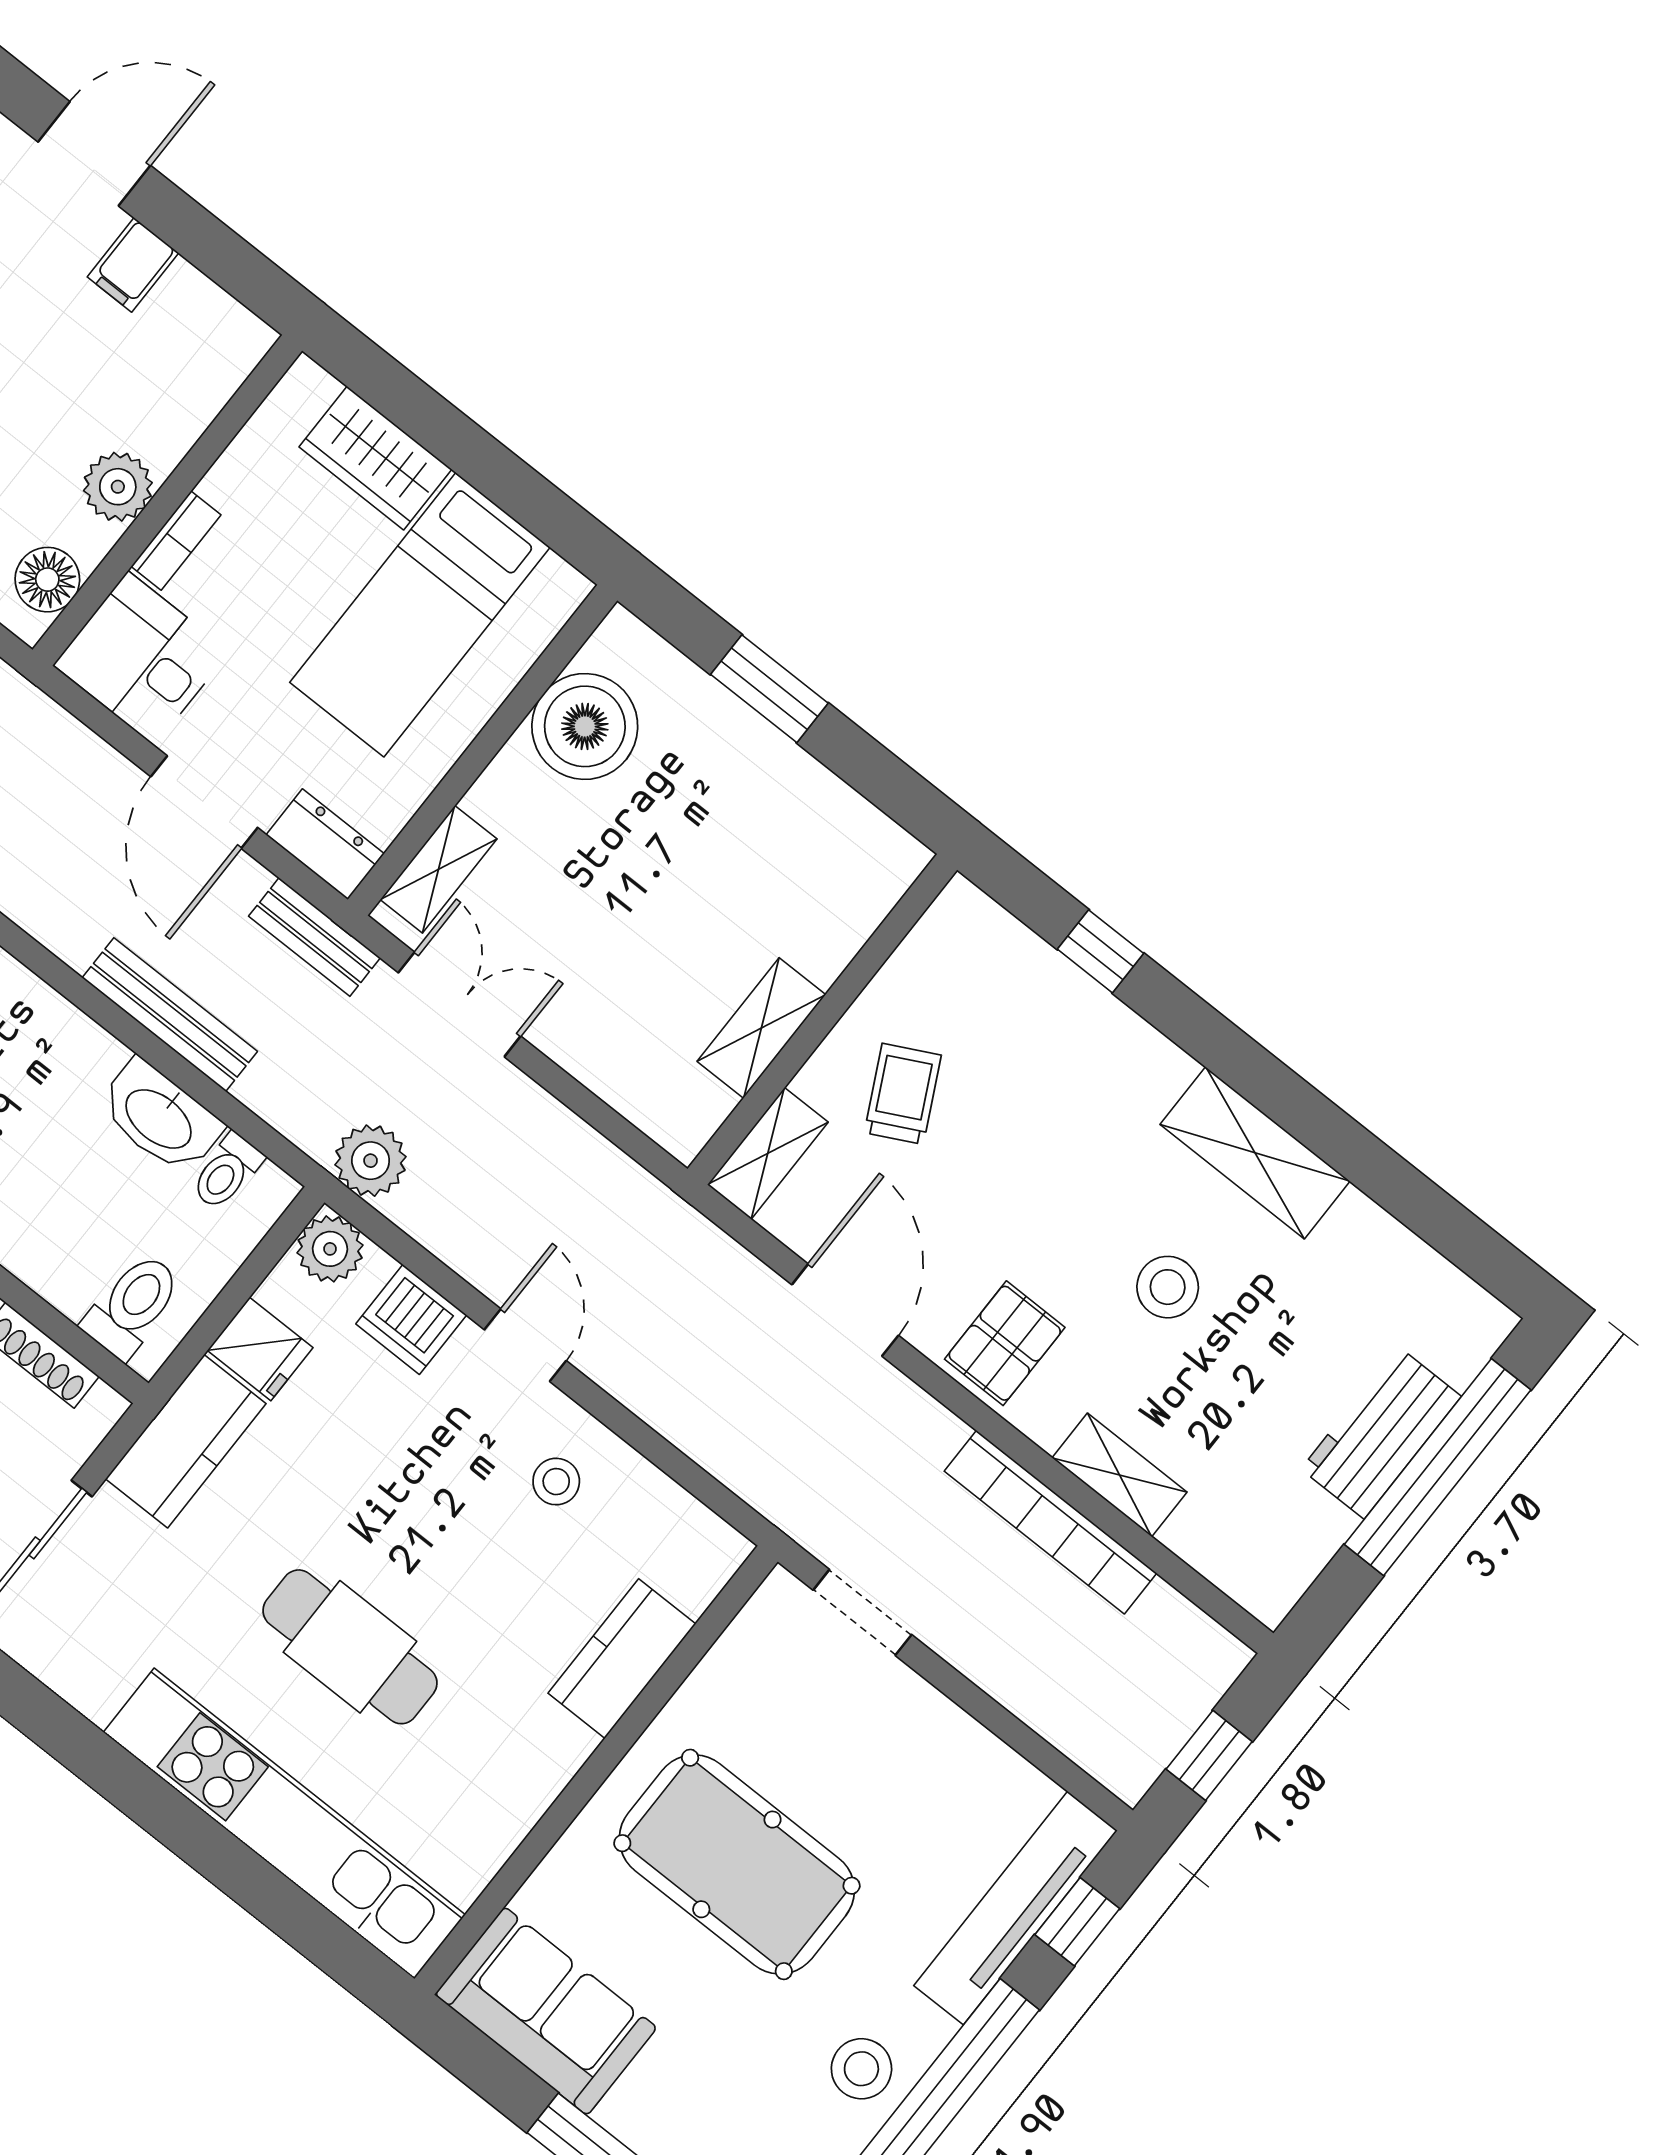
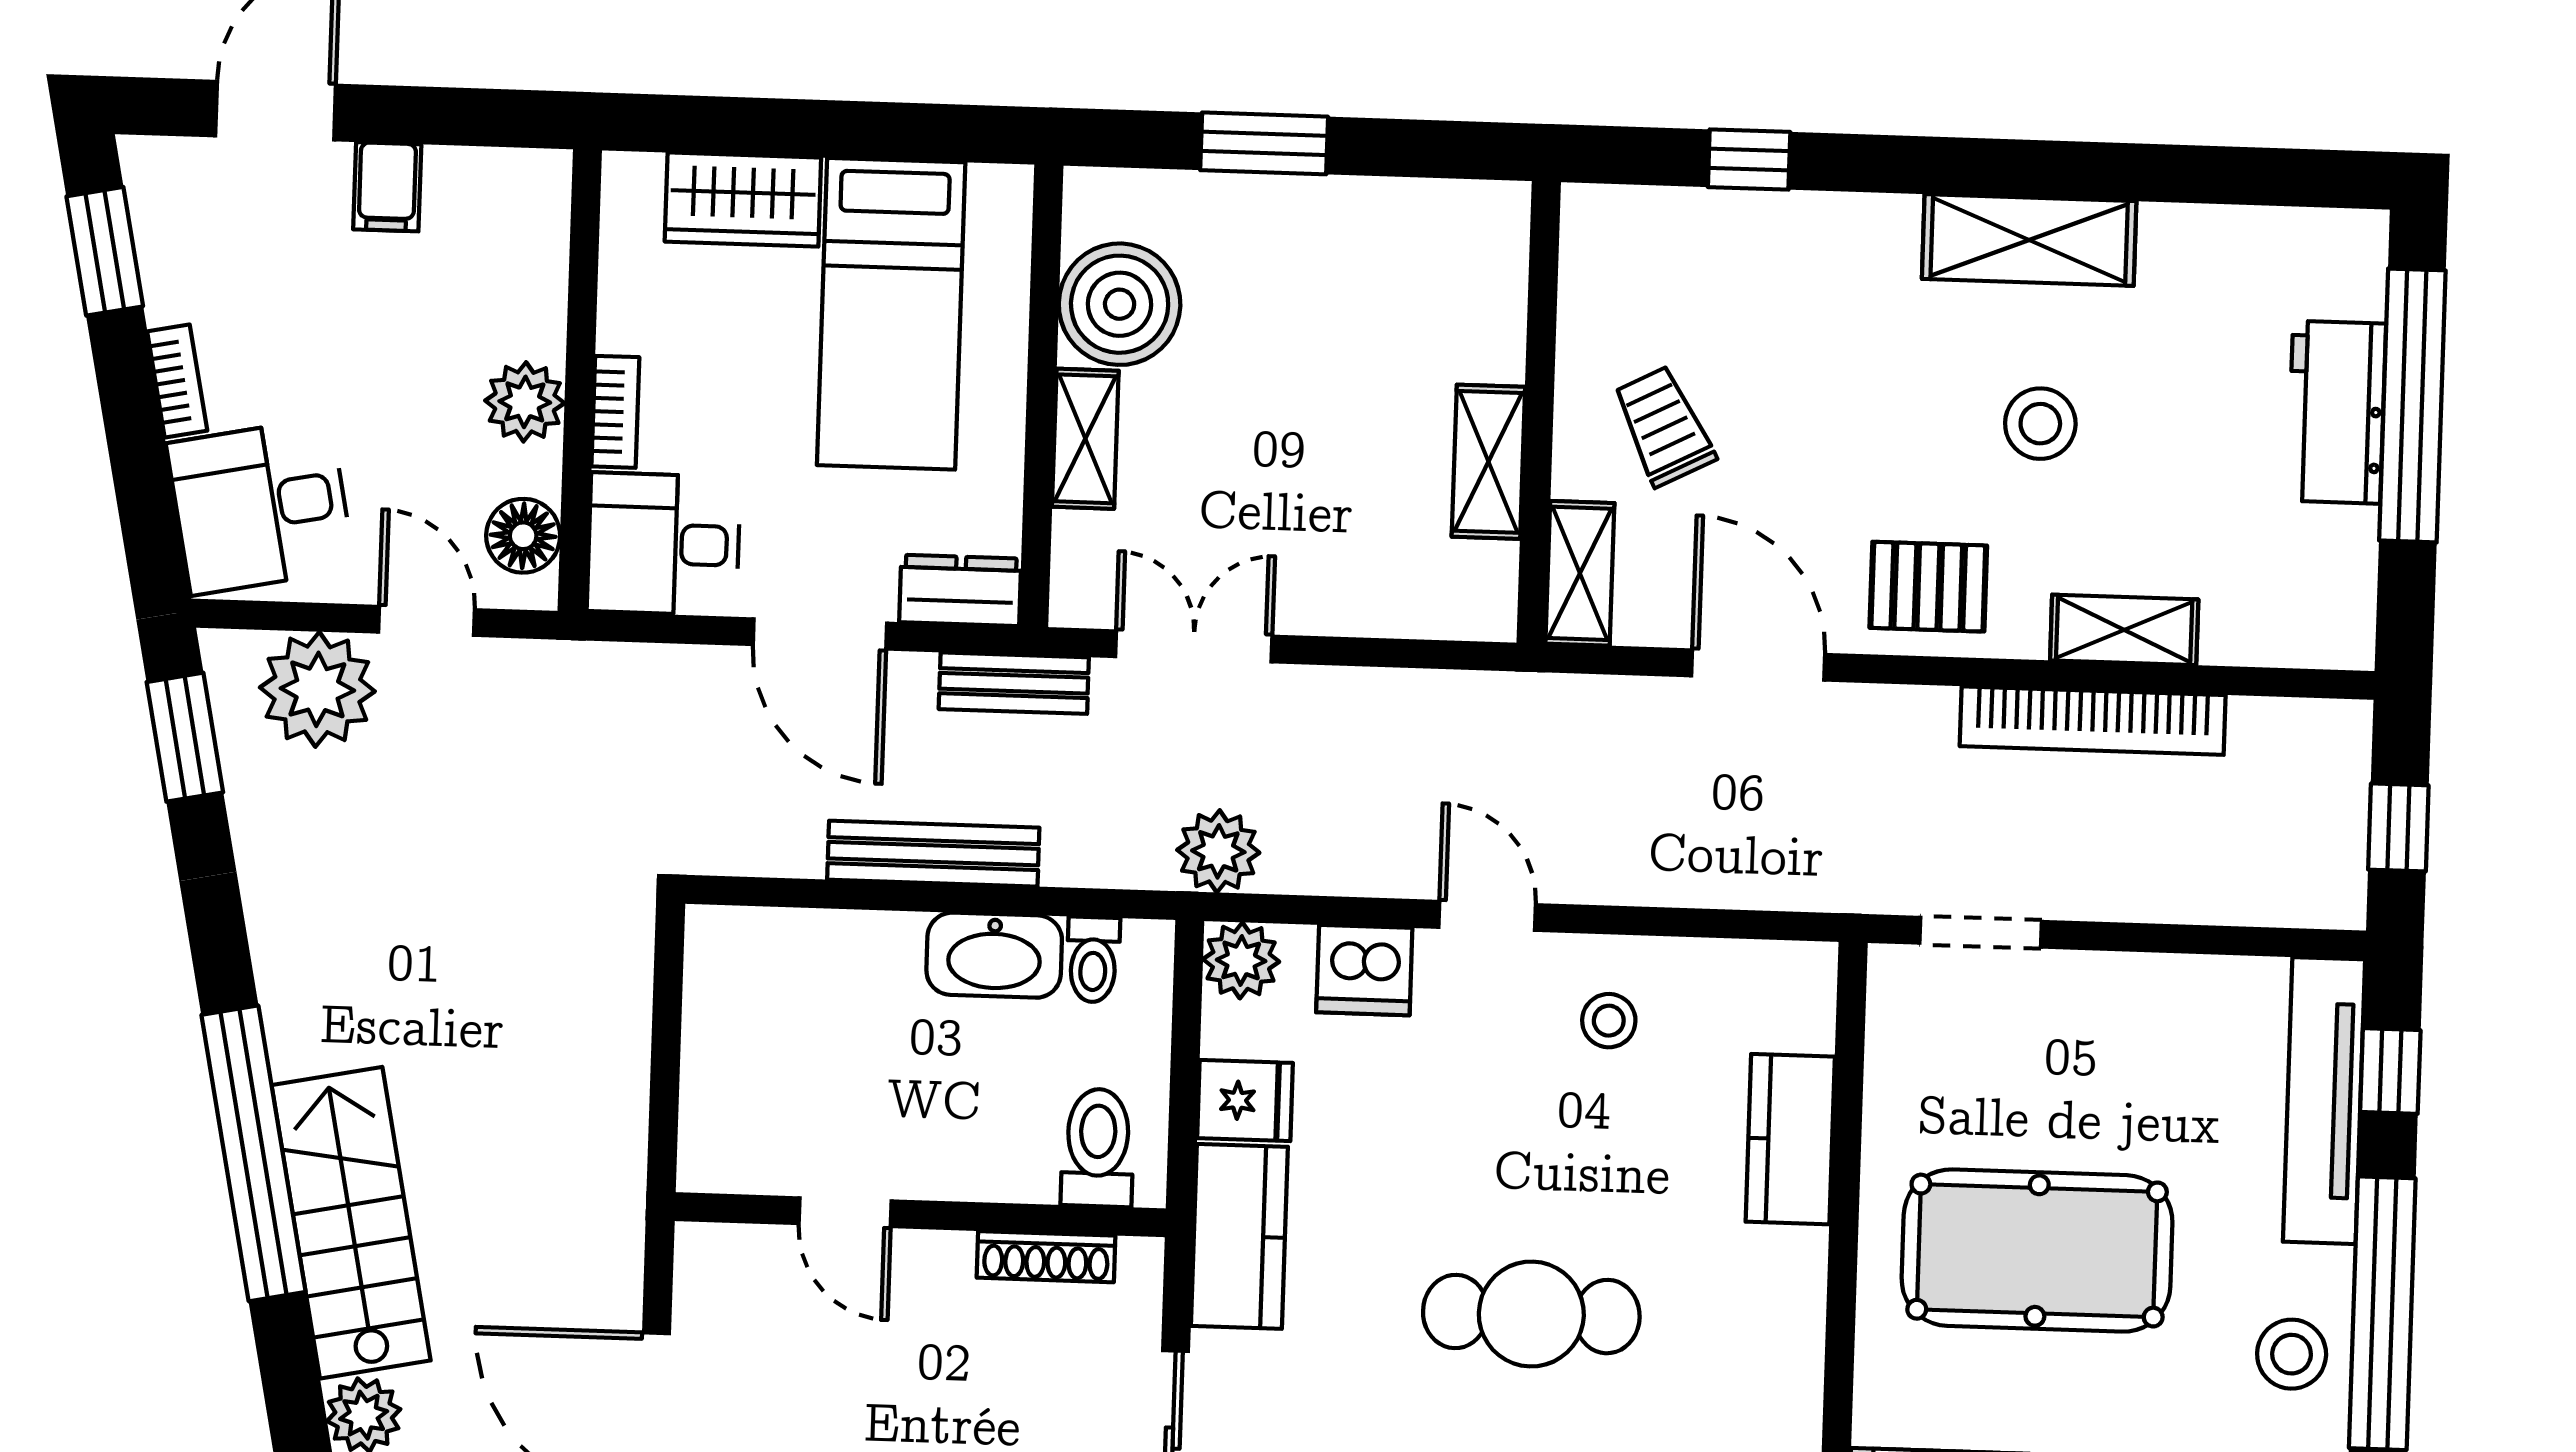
shelving: (439, 869) -> (1085, 439), moved
pallet: (1005, 1343) -> (1928, 587), turned 90

